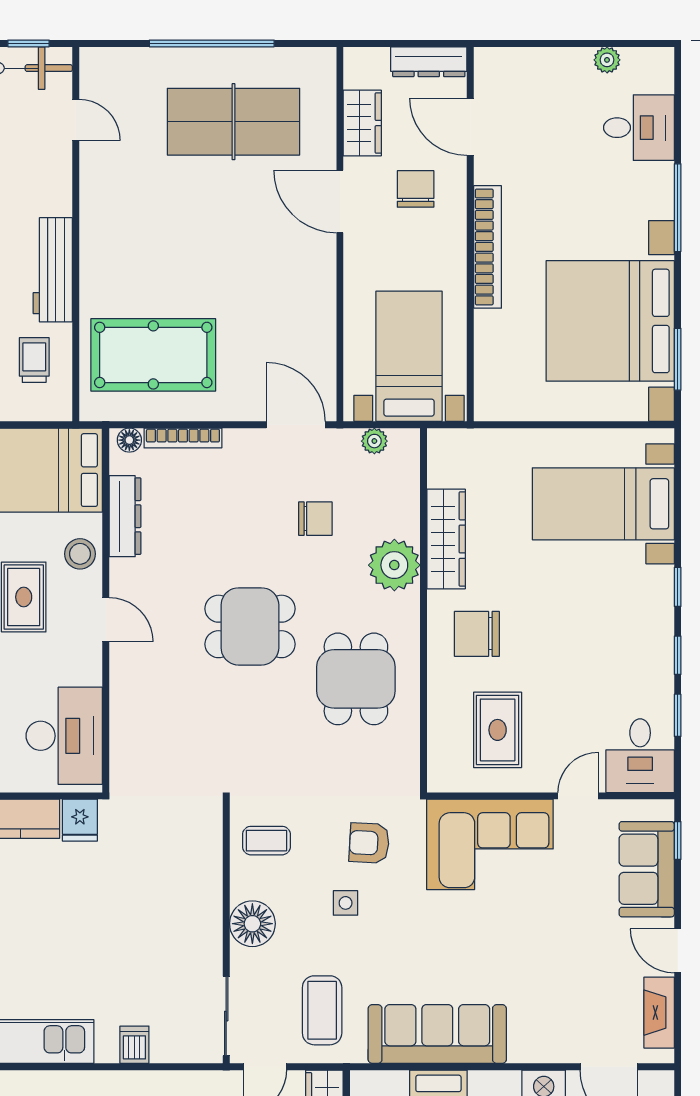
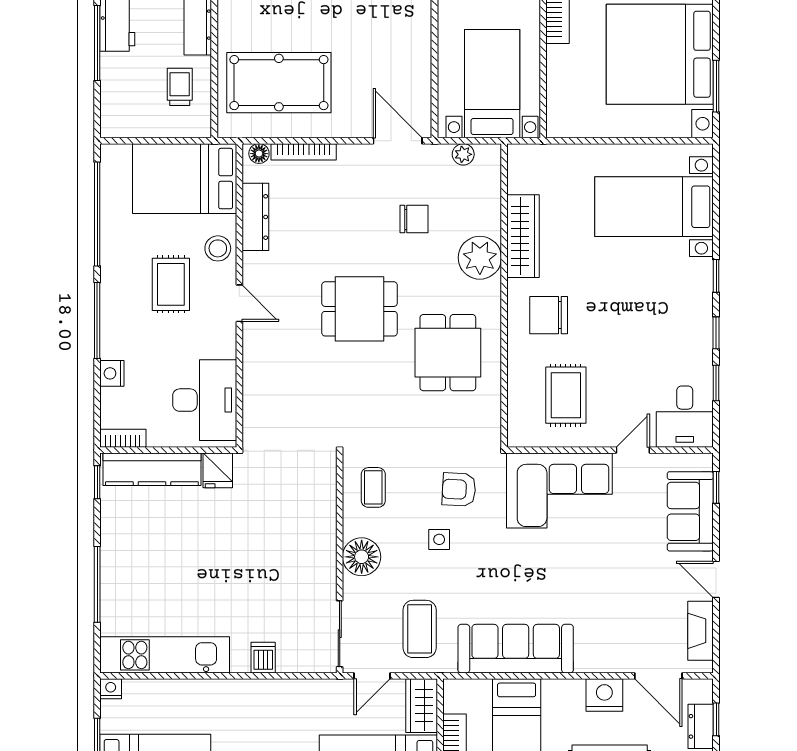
coffee table: (266, 841) -> (373, 487), turned 90

